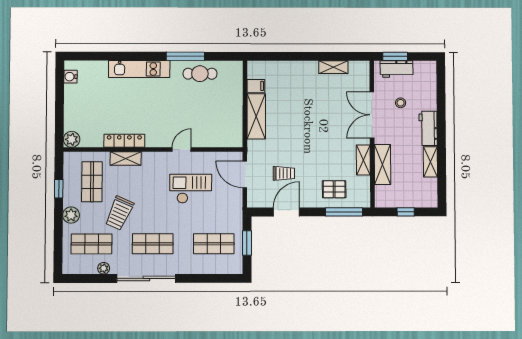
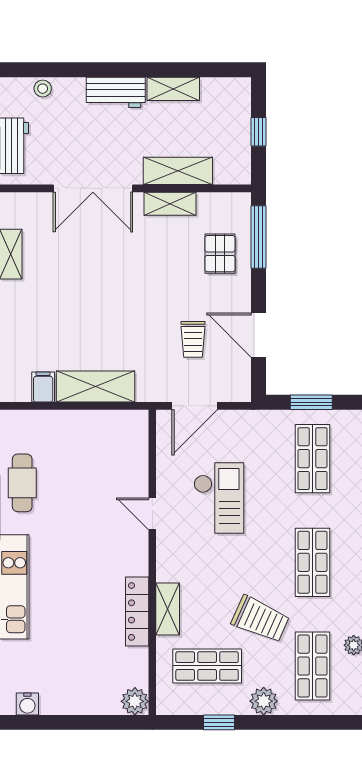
stool: (401, 103) -> (43, 89), moved
trolley: (284, 173) -> (193, 339), turned 180
checkout: (191, 189) -> (219, 498), turned 180

